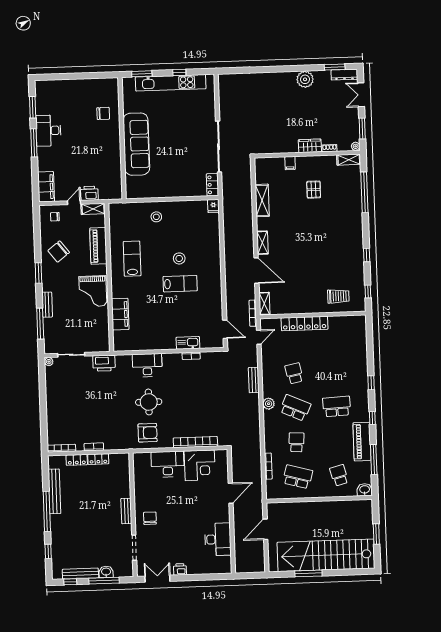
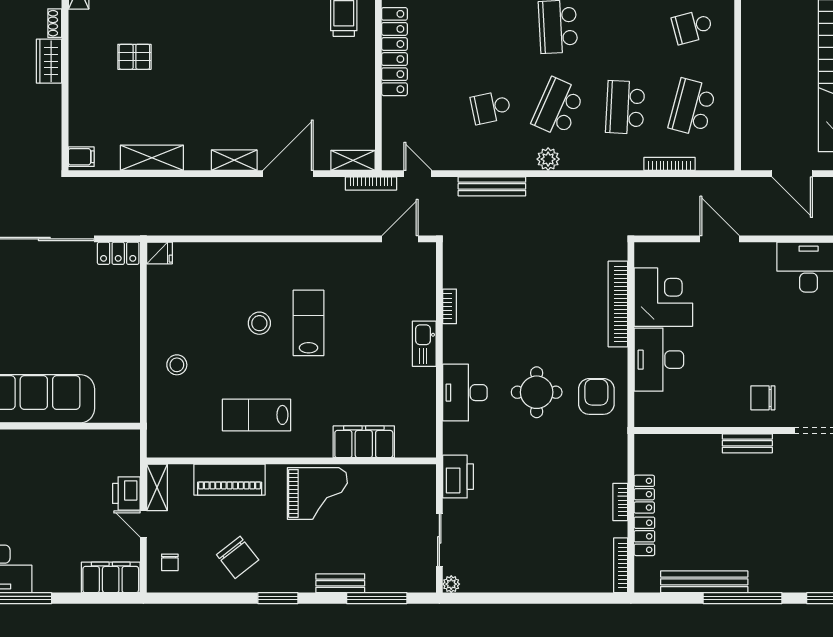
filing cabinet: (290, 163) -> (81, 157), moved
locker: (305, 324) -> (394, 52), moved
kitchen sink: (188, 343) -> (424, 344), moved
bench: (254, 380) -> (492, 186), width x1.36
school desk: (296, 442) -> (625, 107), width x1.85

